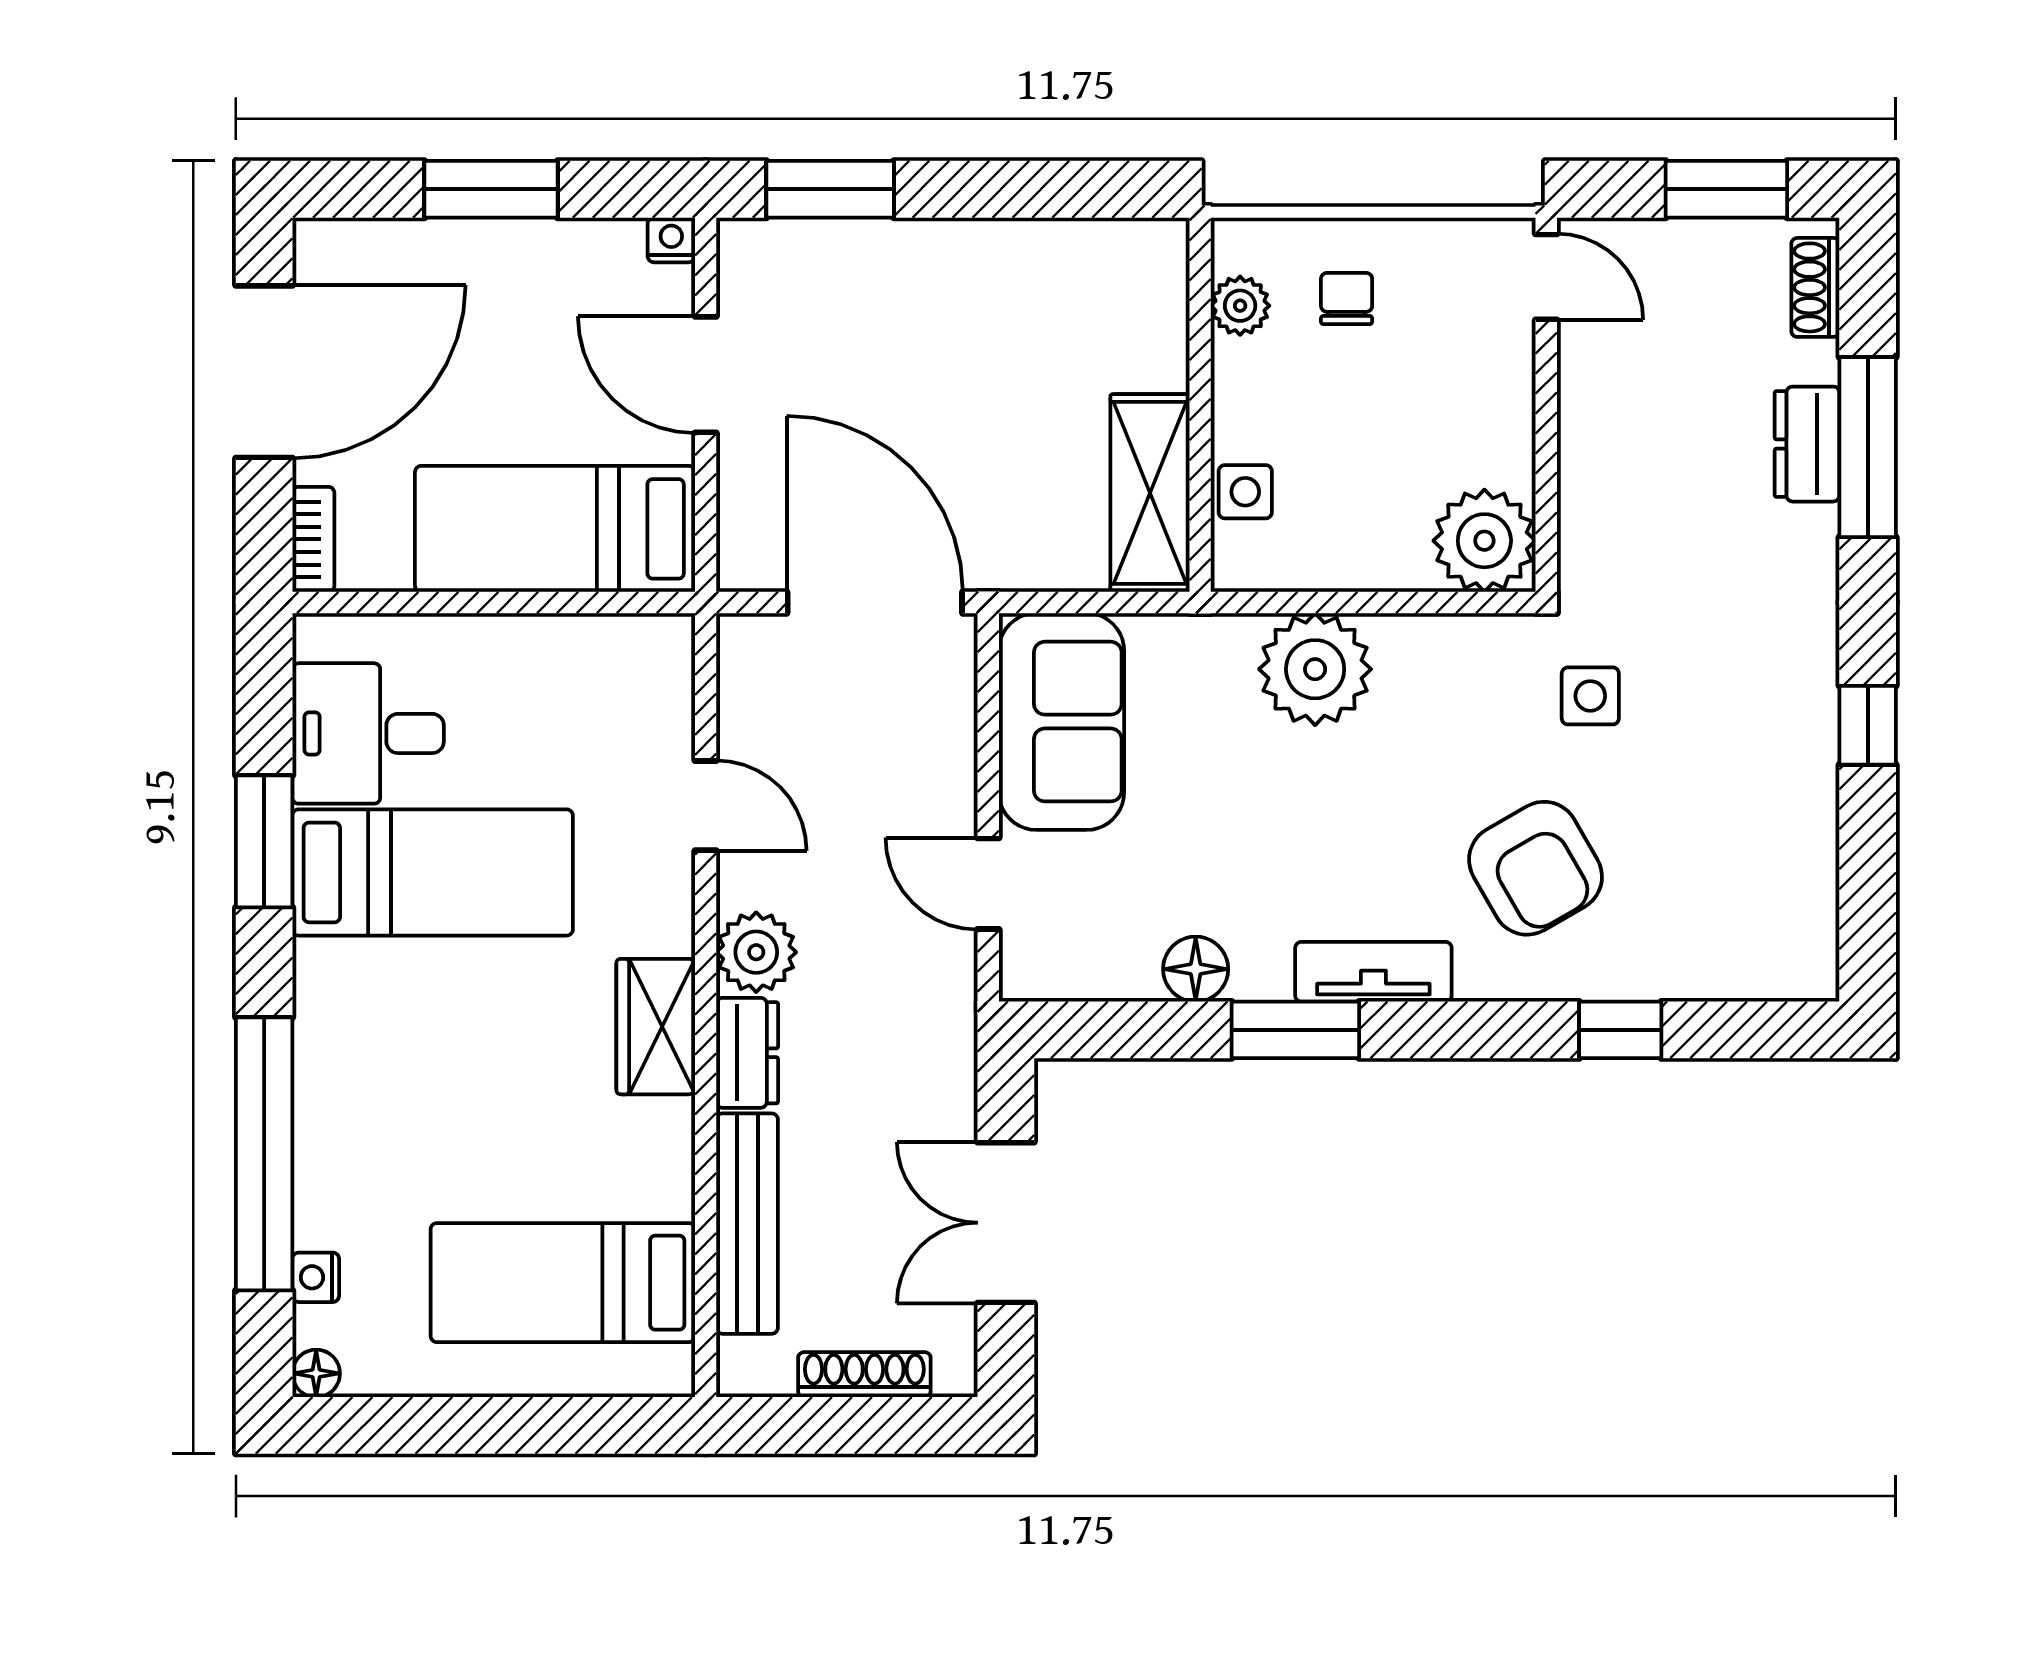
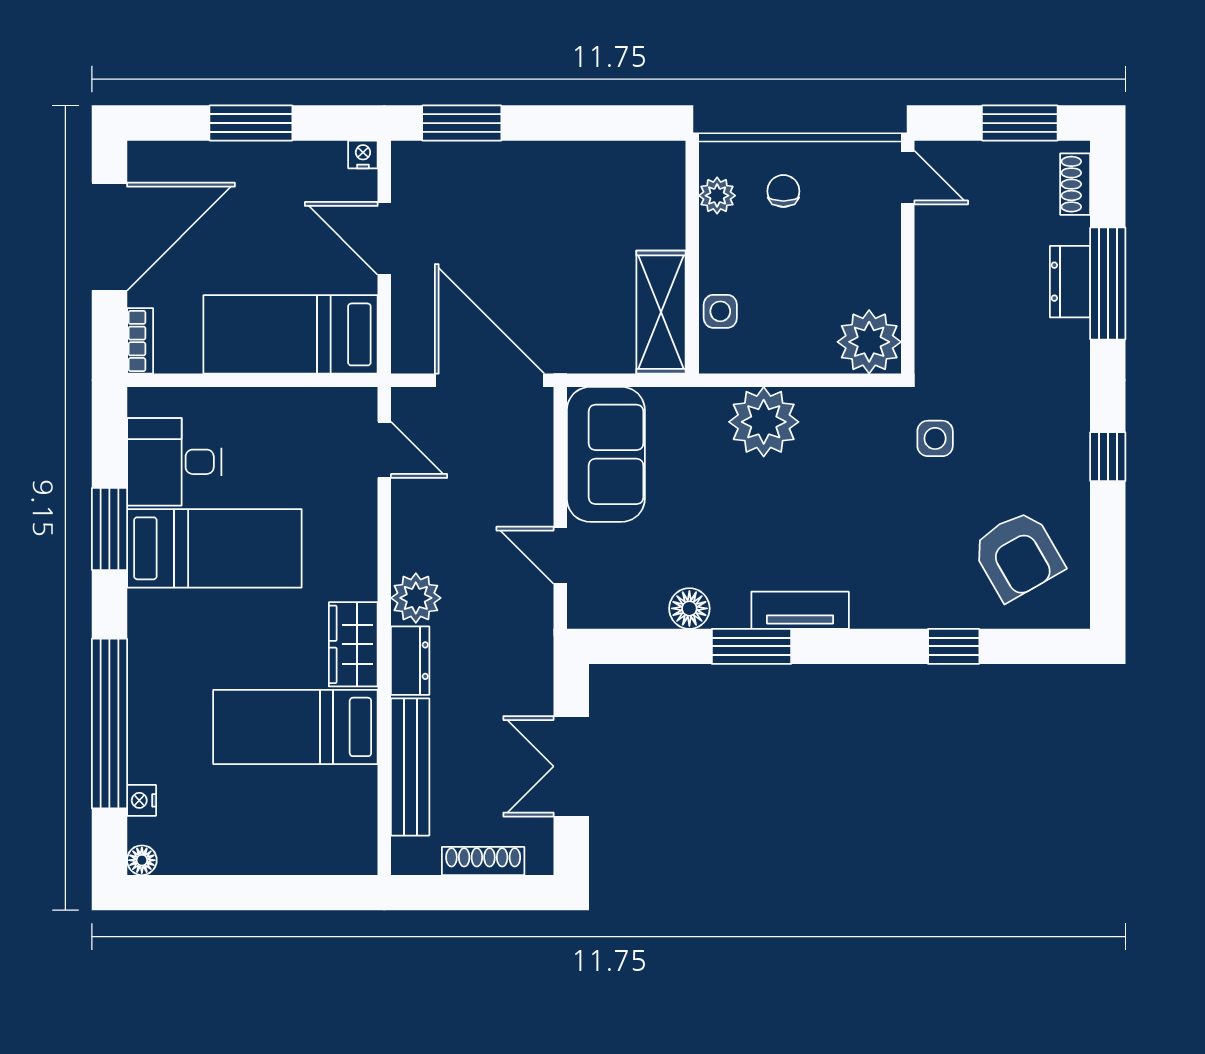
door: (706, 806) -> (384, 450), moved
armchair: (1536, 868) -> (1018, 555), moved
bed: (563, 1283) -> (295, 727), moved

